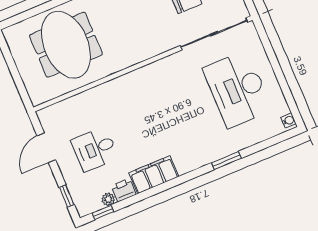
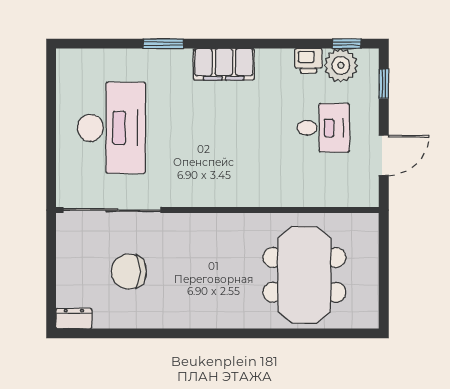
water cooler: (288, 121) -> (64, 61), removed
filing cabinet: (154, 175) -> (224, 64), moved
plant: (108, 199) -> (341, 65), width x1.87, depth x1.87

